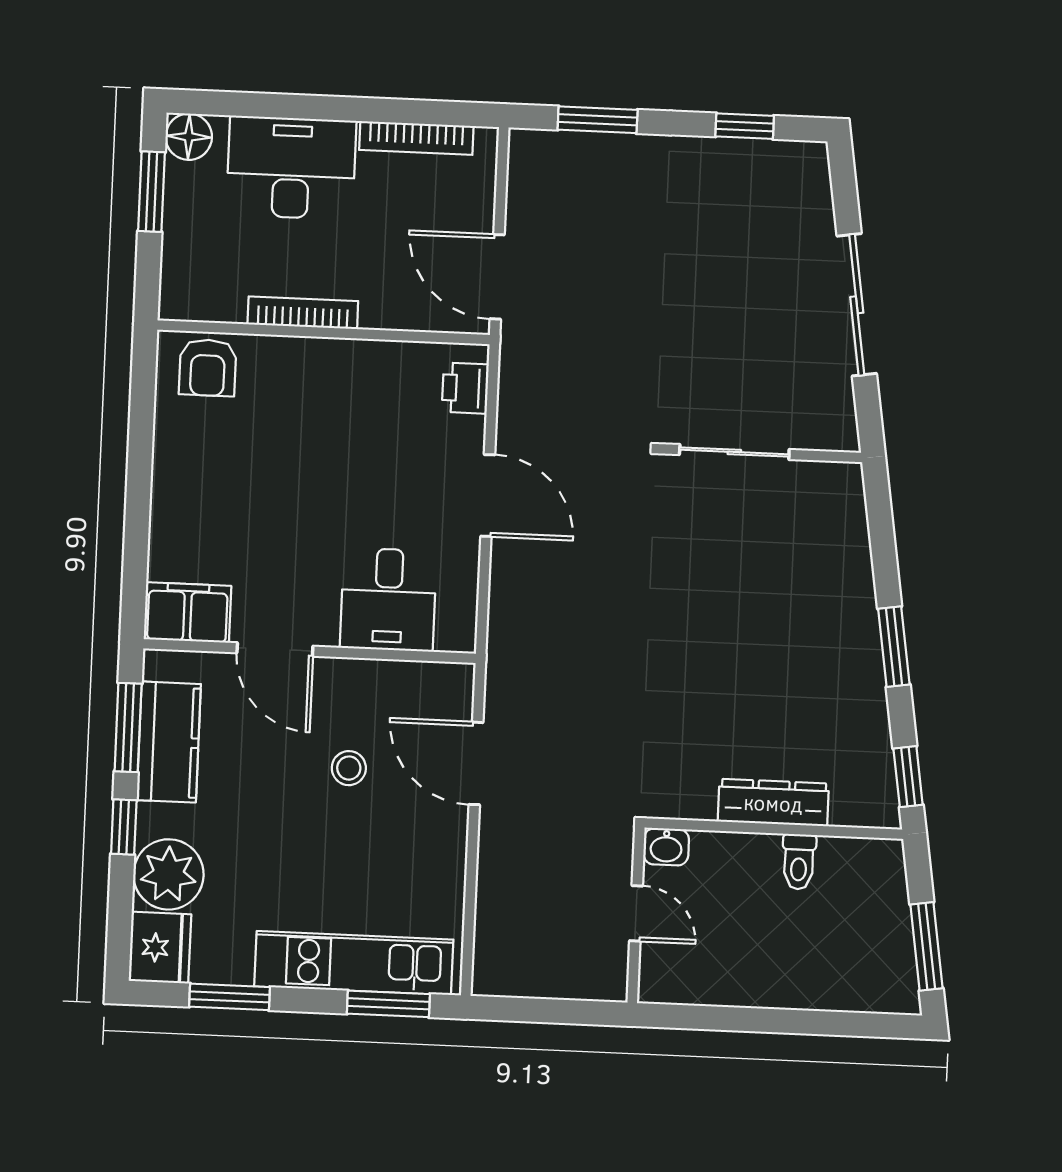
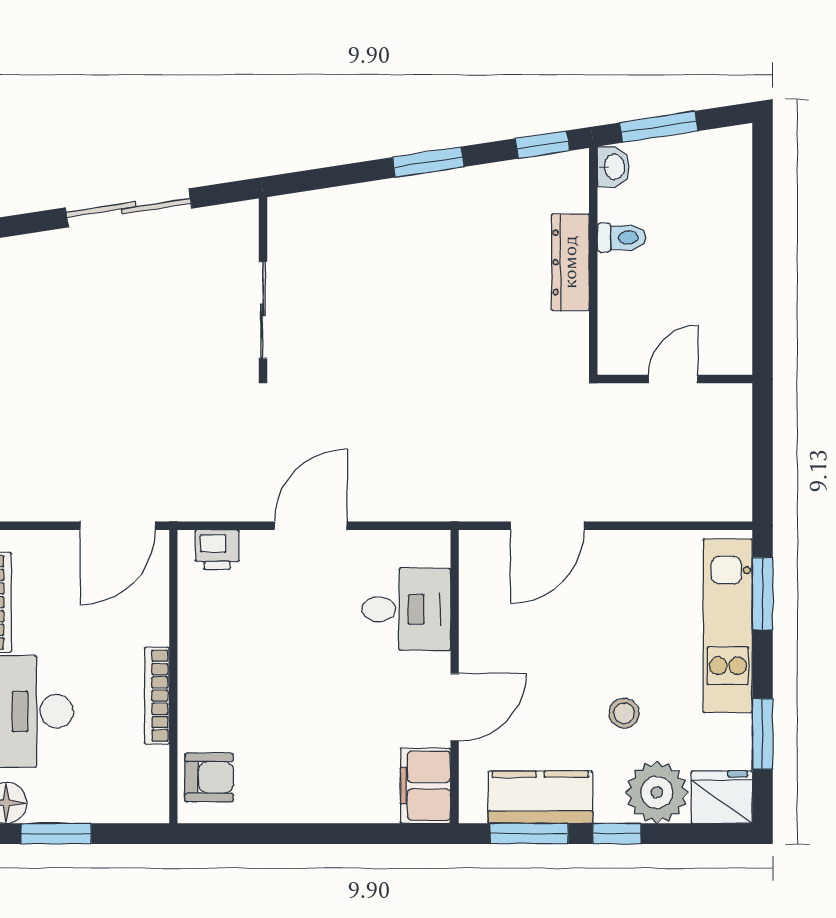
stool: (349, 768) -> (624, 713), moved
washbasin: (666, 847) -> (613, 167), moved
window: (927, 946) -> (659, 127), moved

